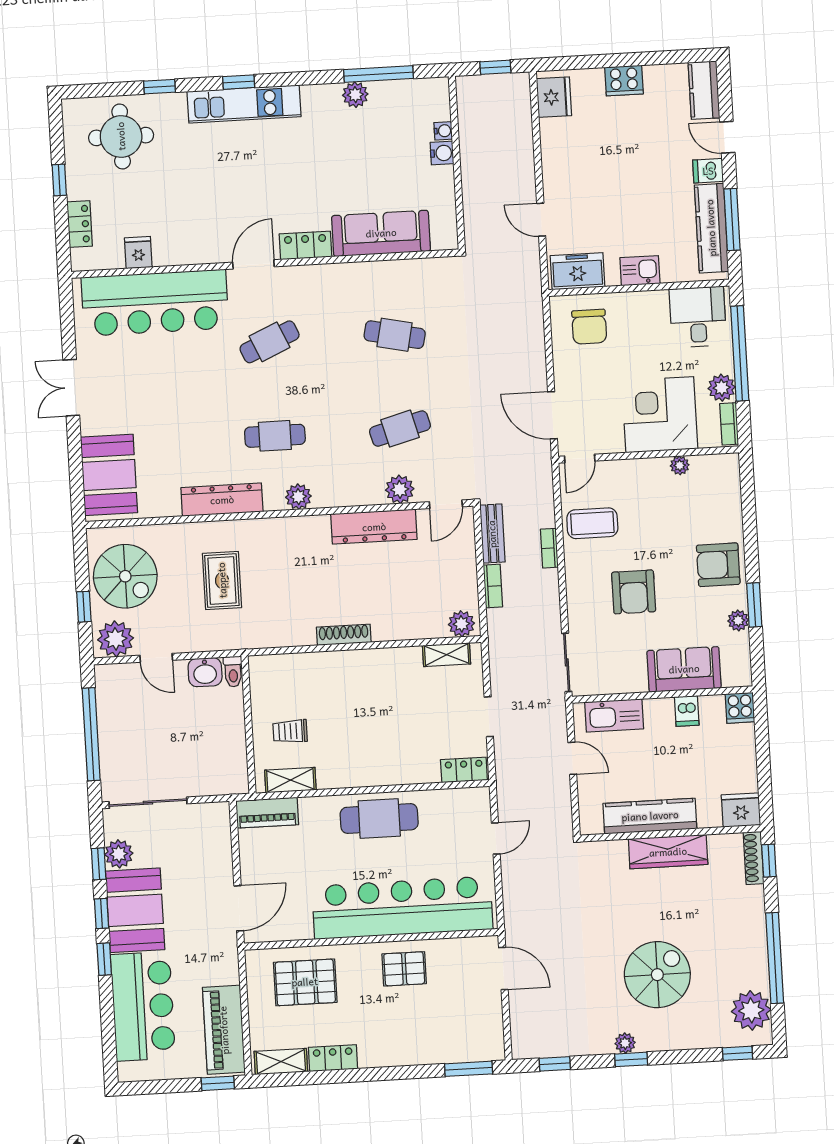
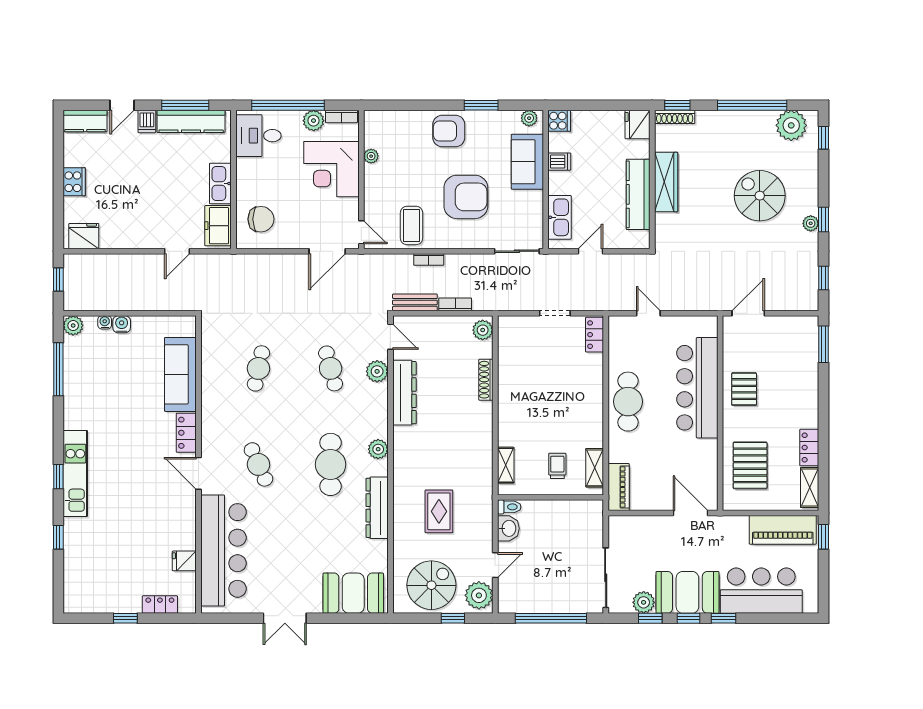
plant: (355, 95) -> (73, 325), moved
round table: (121, 136) -> (95, 569), removed
kitchen sink: (640, 271) -> (220, 183), width x1.38
cafe table: (275, 436) -> (331, 464), width x1.37, depth x1.35
armchair: (718, 565) -> (449, 131), turned 90
rug: (222, 580) -> (439, 511), turned 90
armchair: (634, 592) -> (466, 197), width x1.36, depth x1.36
plant: (738, 620) -> (529, 118), moved
shoe rack: (344, 635) -> (486, 380), moved
shelving: (447, 655) -> (506, 465), moved
trolley: (290, 731) -> (557, 466), turned 180
bar counter: (402, 908) -> (697, 388), width x0.73

